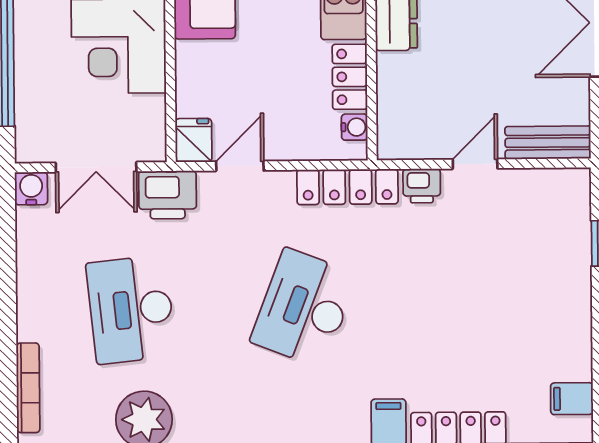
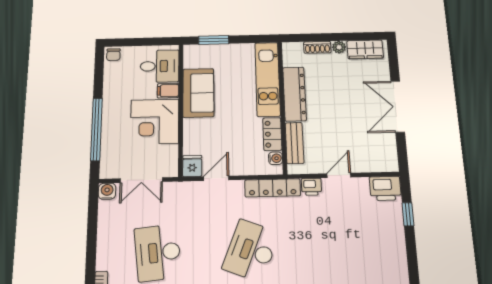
bench: (548, 143) -> (294, 143), moved, turned 90
printer: (168, 195) -> (385, 188), moved

